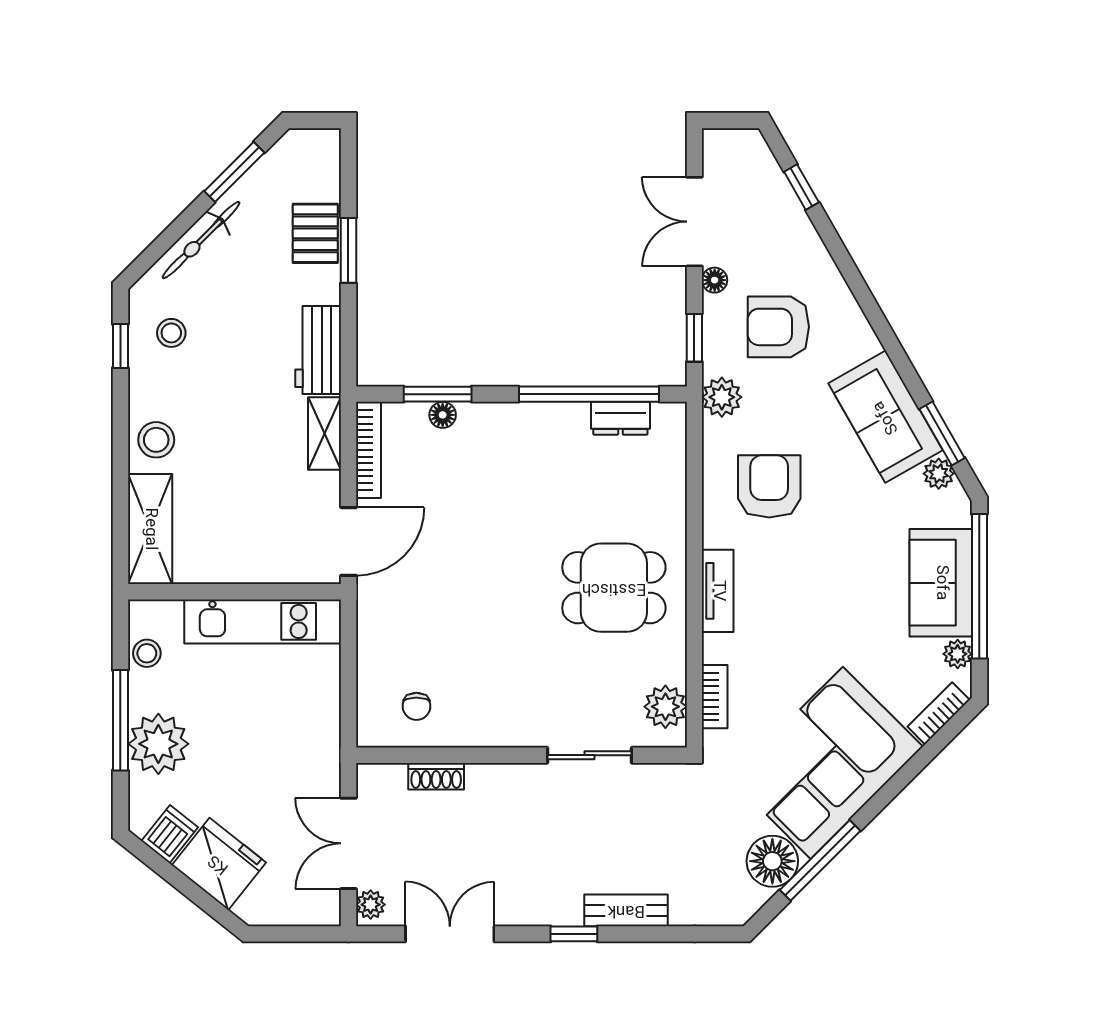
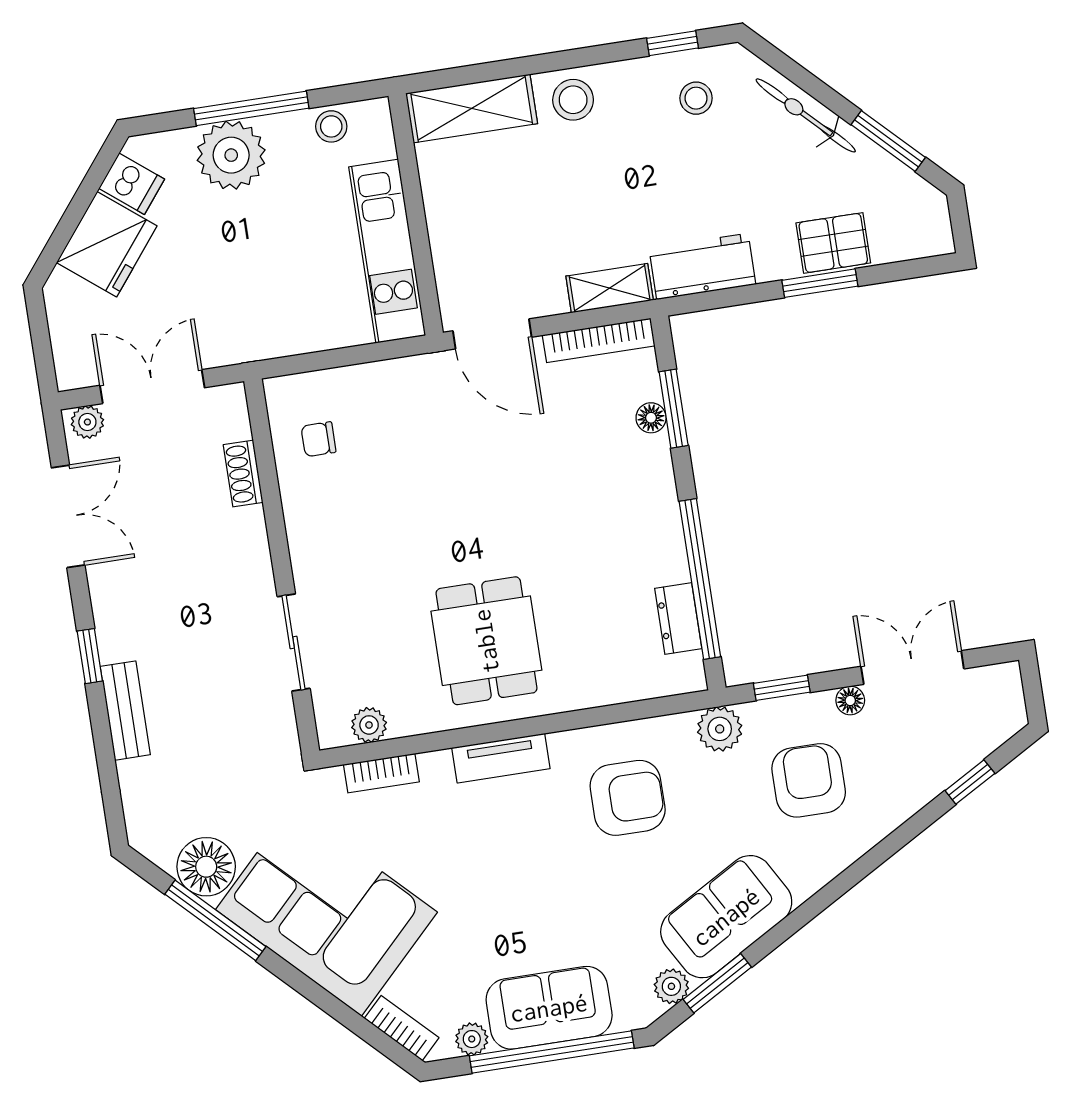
plant: (665, 707) -> (369, 725), width x0.73, depth x0.73

